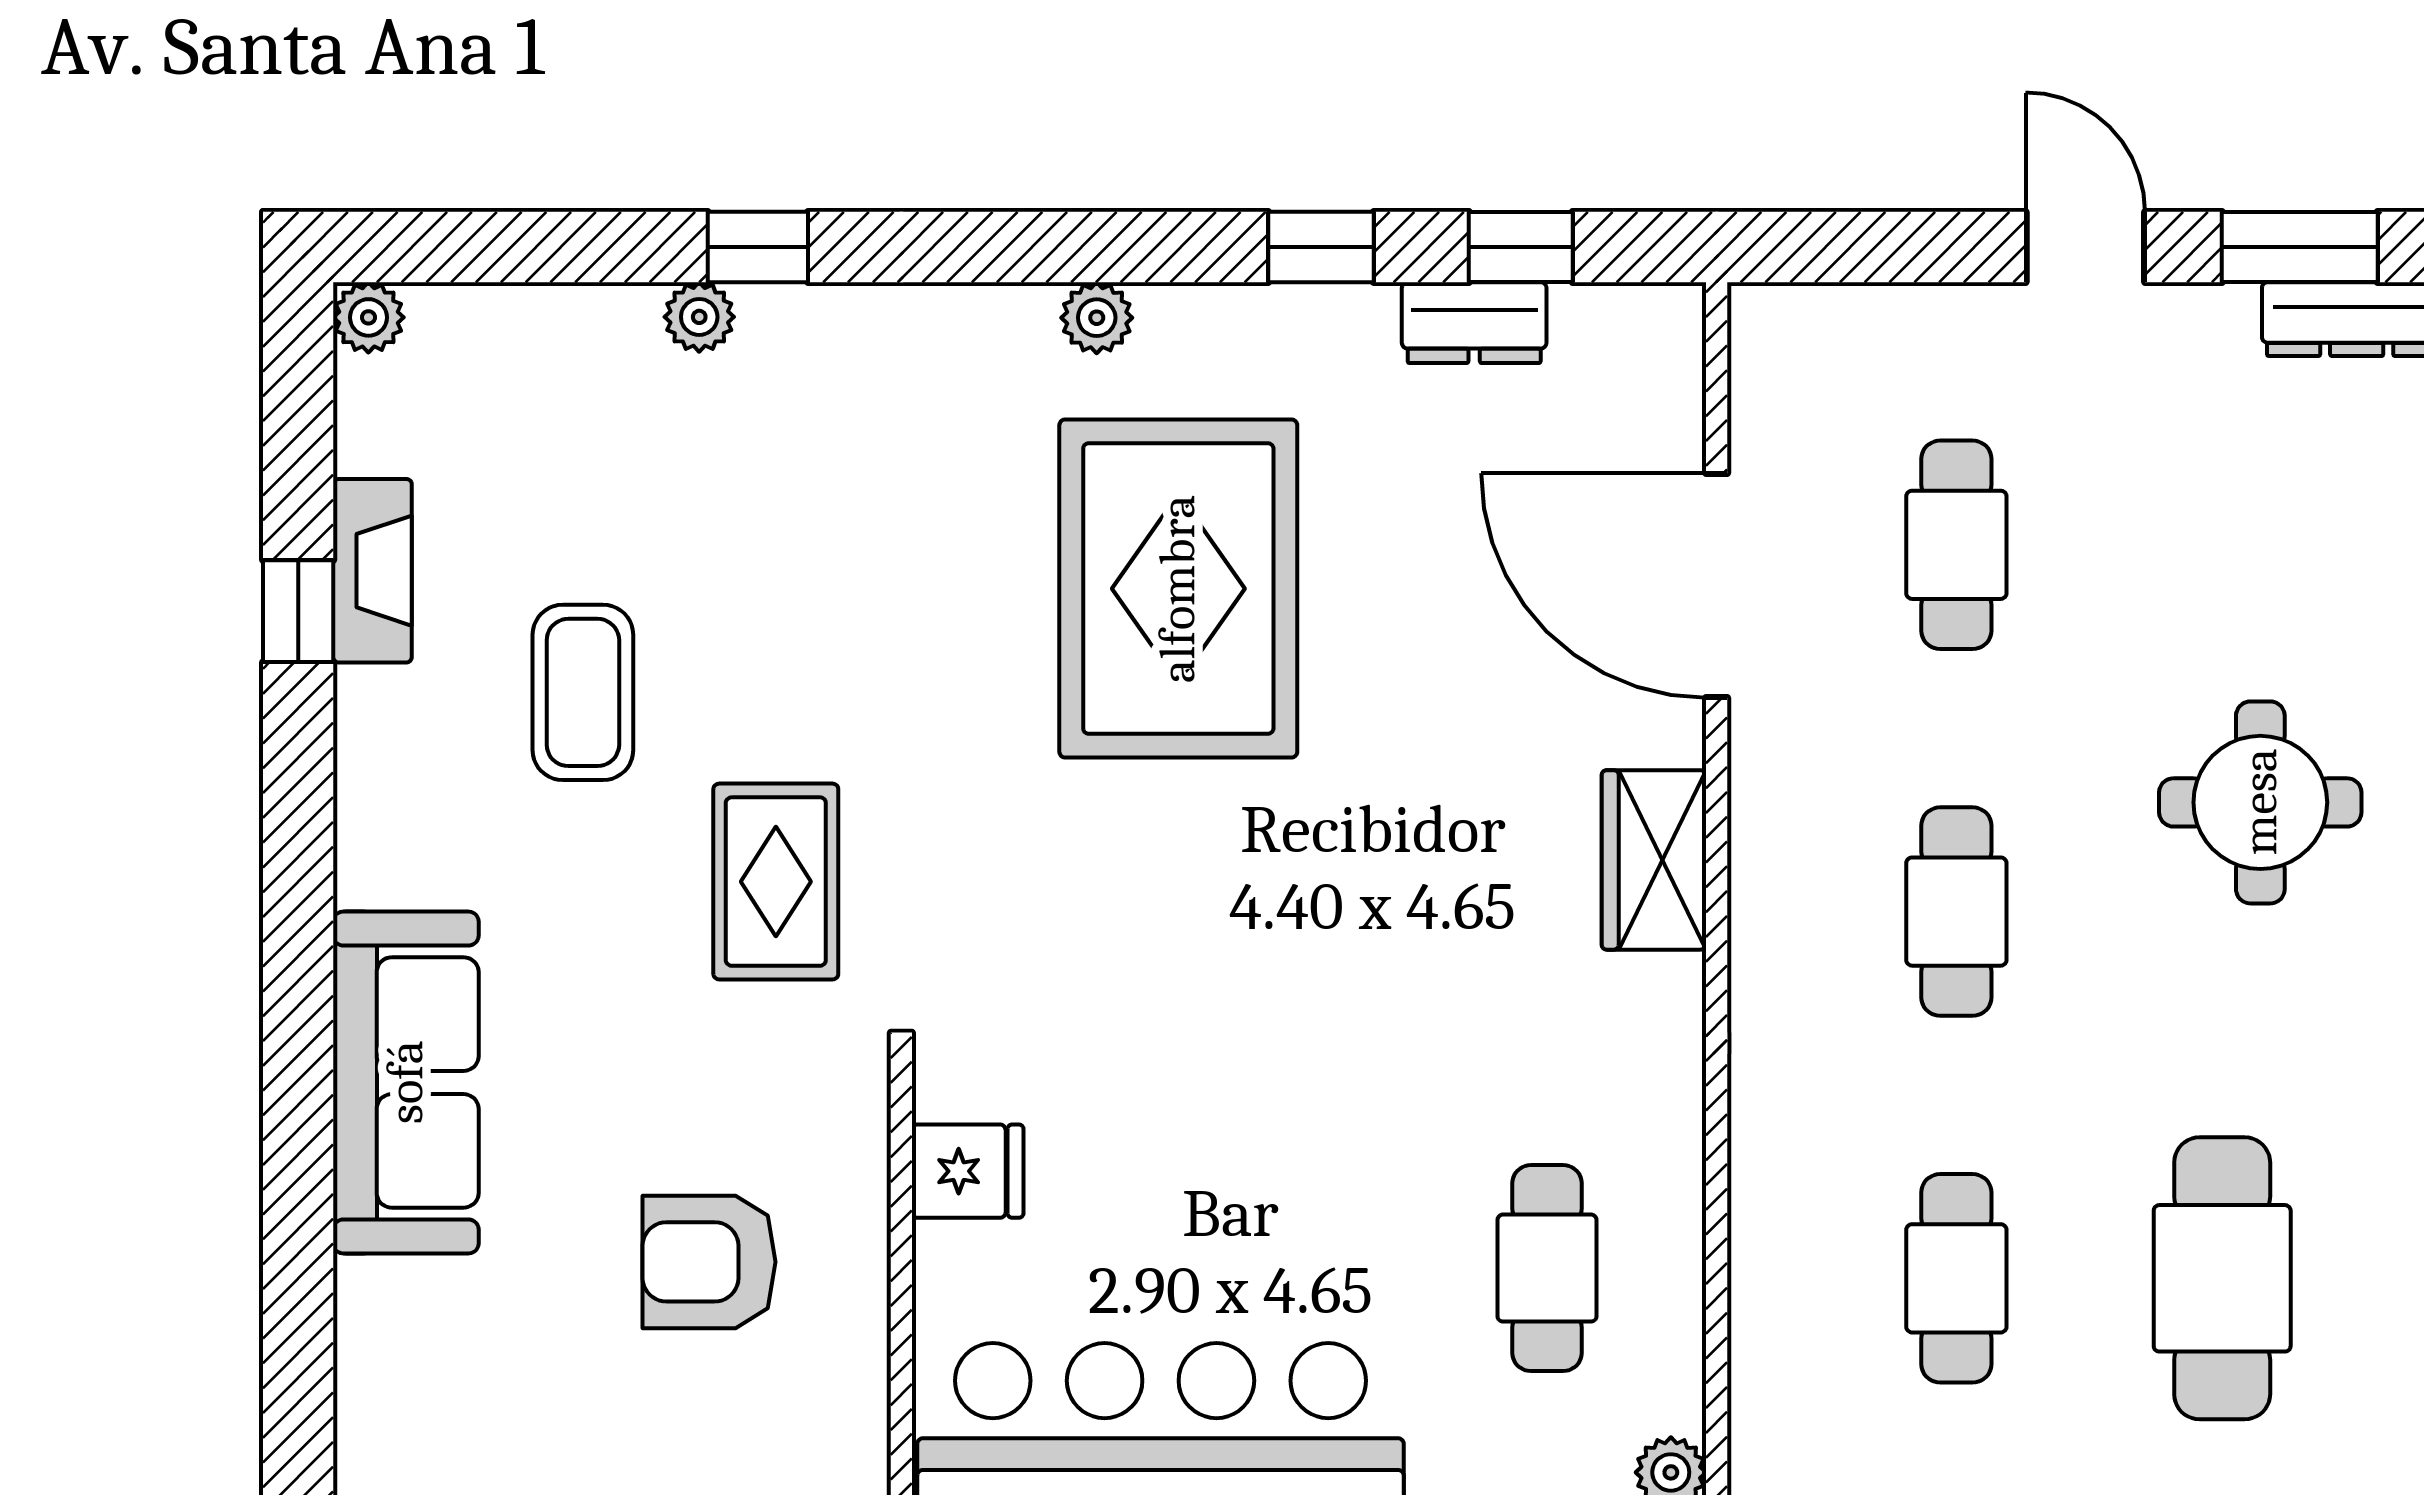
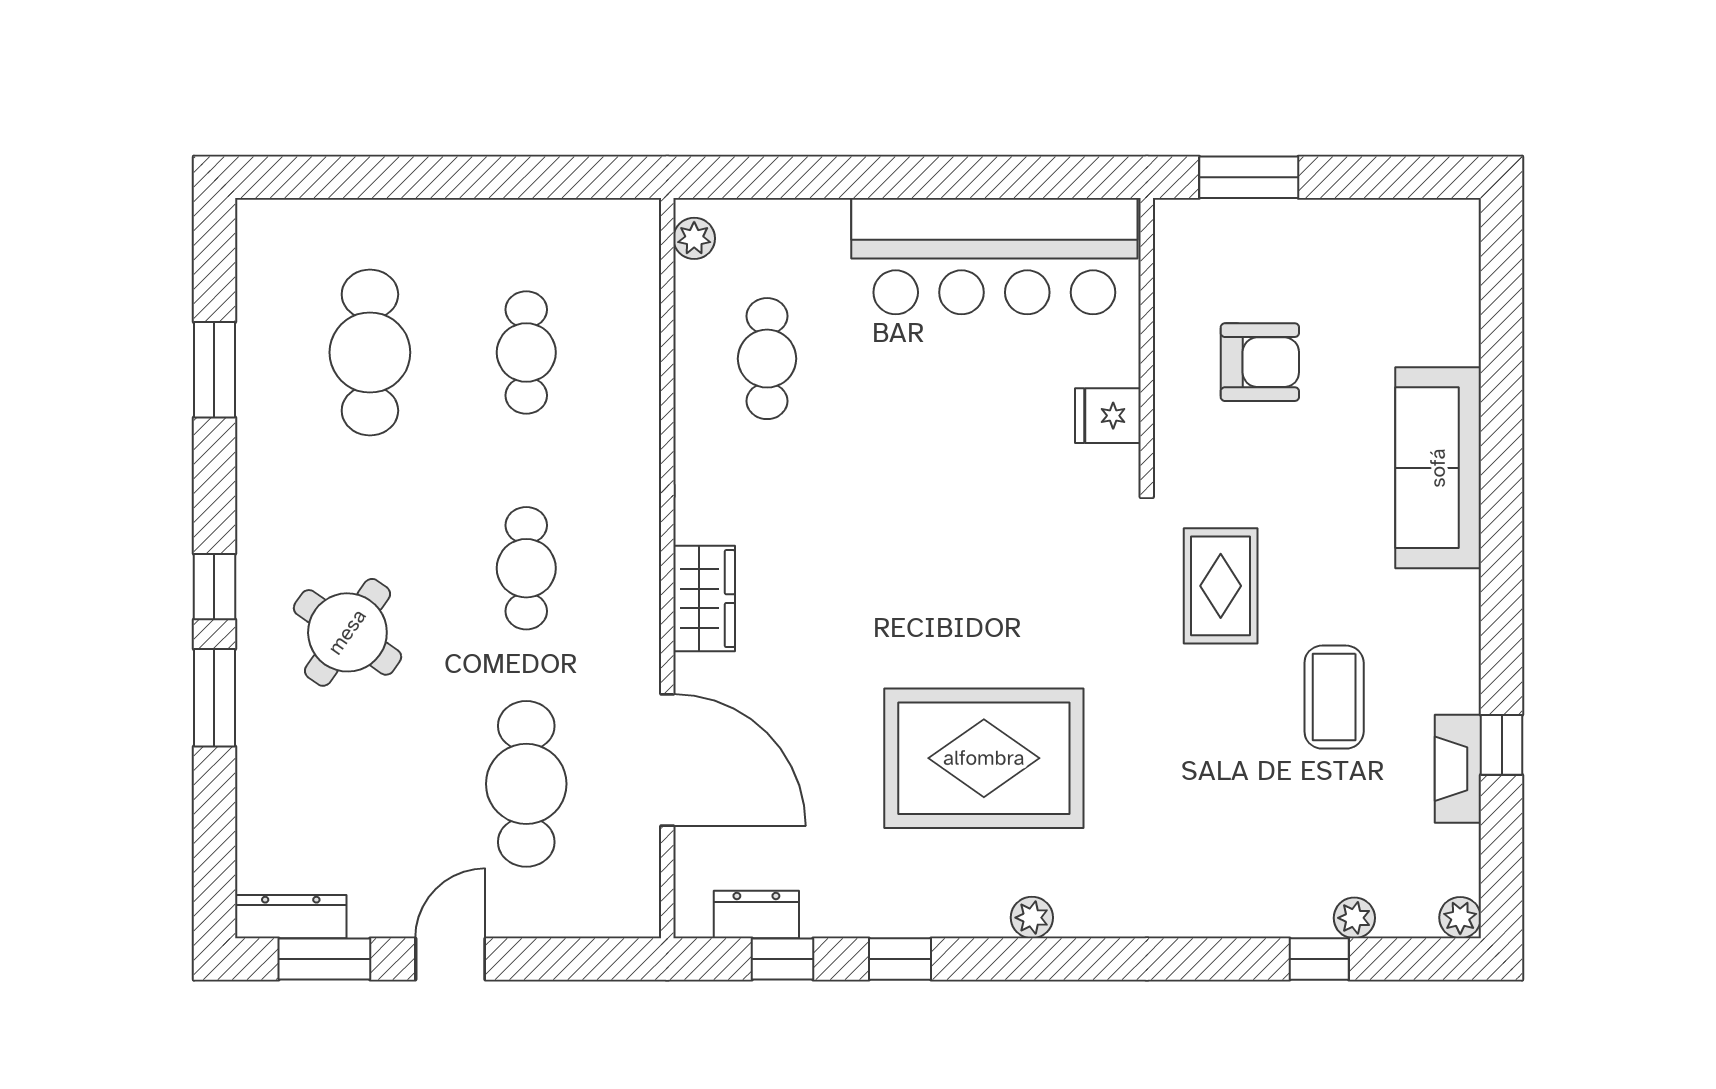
window: (758, 247) -> (1319, 959), moved
door: (2085, 247) -> (450, 959), swing flipped
plant: (699, 317) -> (1354, 918), moved
dresser: (1474, 323) -> (756, 915), moved
cafe table: (1956, 545) -> (526, 784), width x1.37, depth x1.35
rug: (1178, 589) -> (984, 758), turned 90
round table: (2260, 802) -> (347, 632), turned 35

